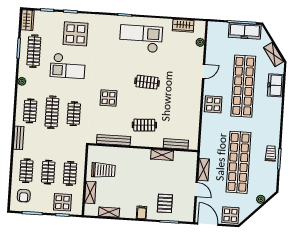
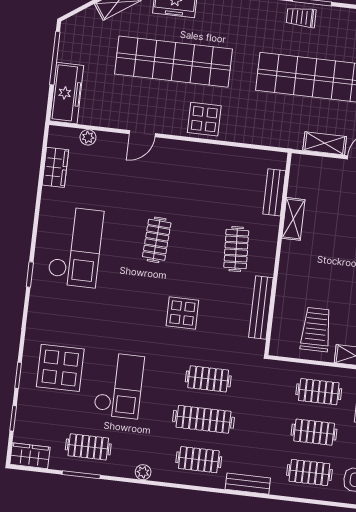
freezer: (245, 31) -> (67, 93), moved
checkout: (141, 39) -> (76, 247), turned 180
clothes rail: (34, 51) -> (88, 447), width x0.73
door: (204, 71) -> (142, 134), swing flipped

